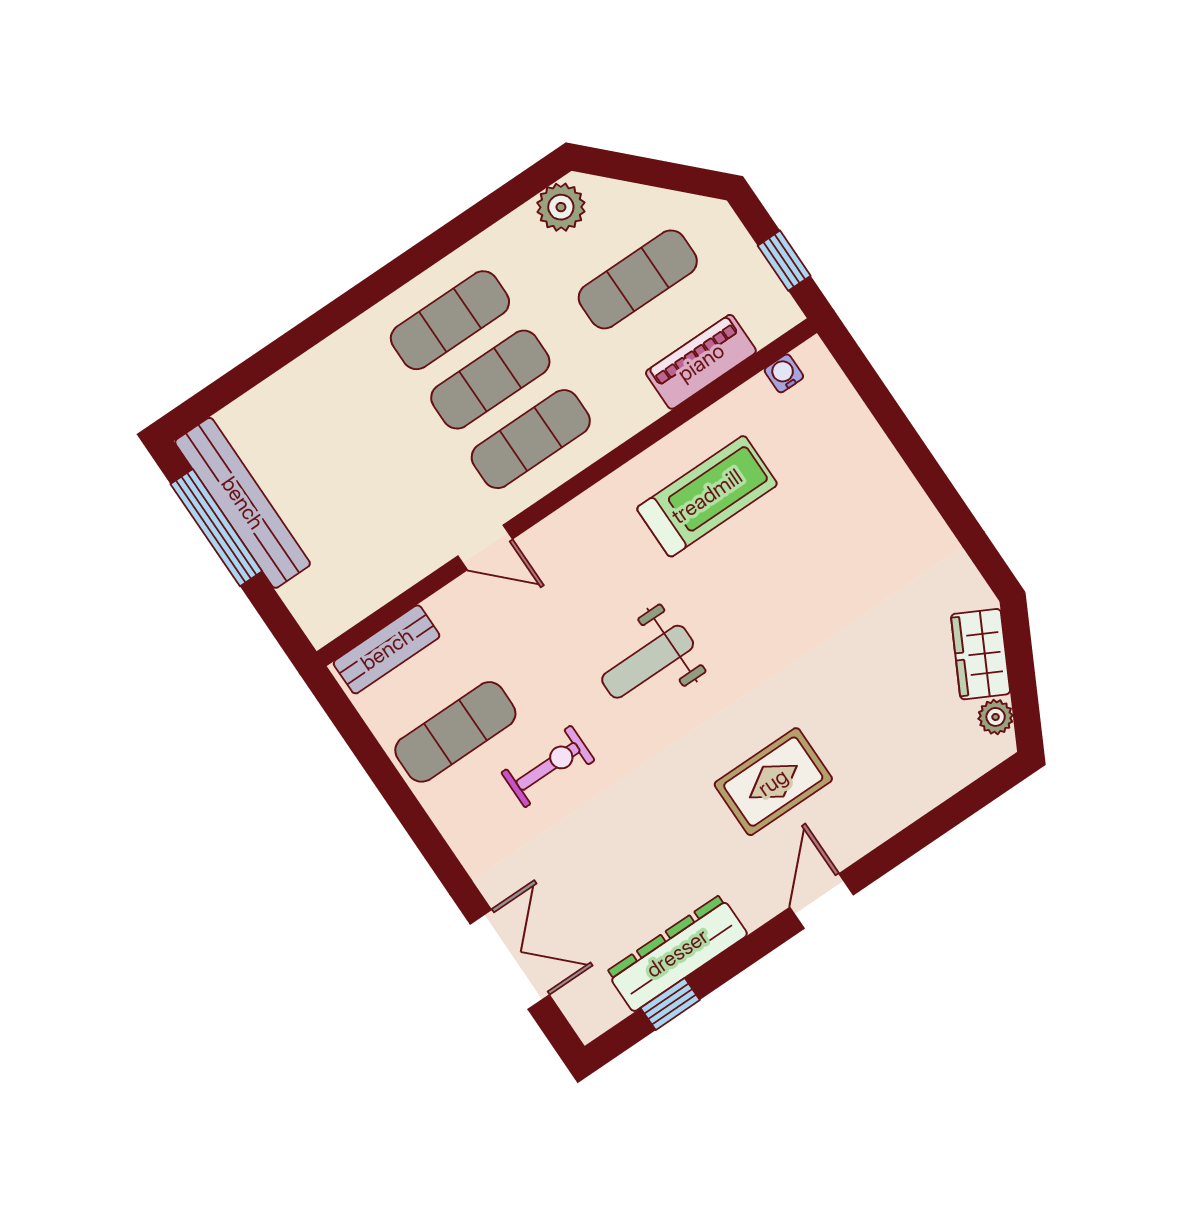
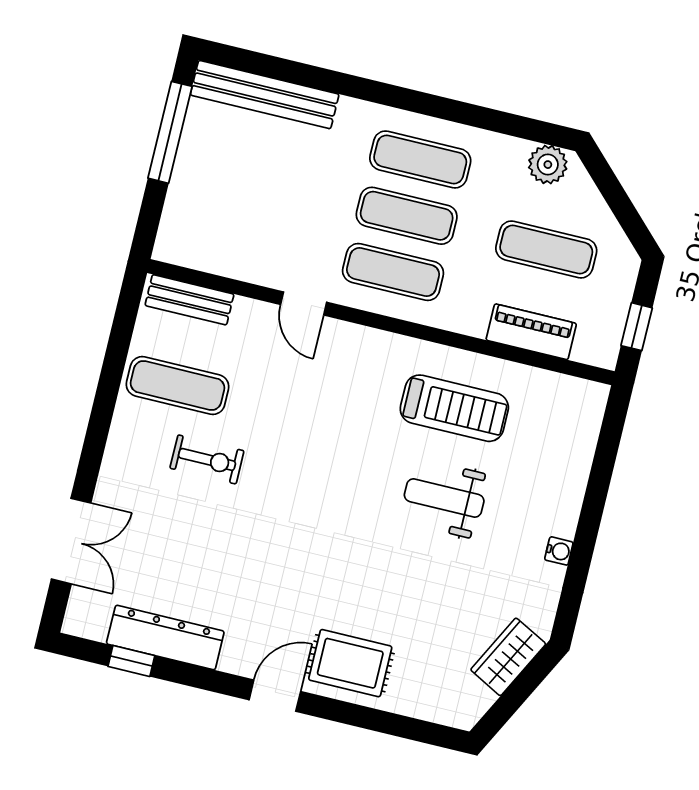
water cooler: (784, 373) -> (559, 551), moved, turned 90
bench: (243, 503) -> (265, 95), moved, turned 90
weight bench: (648, 662) -> (444, 498), moved
plant: (996, 717) -> (479, 700), removed
rug: (773, 782) -> (350, 663), moved

